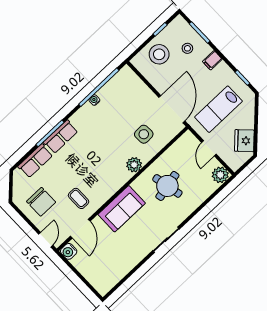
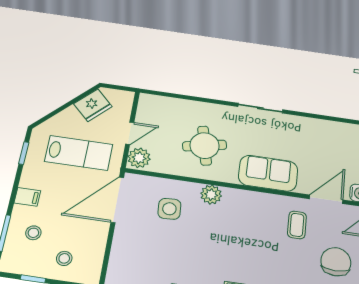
stool: (159, 54) -> (64, 258), width x0.53, depth x0.53
plant: (220, 175) -> (139, 158), moved

